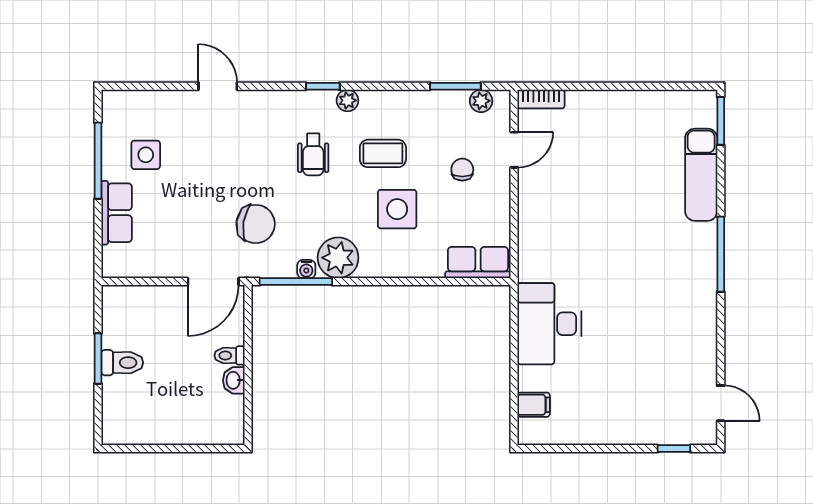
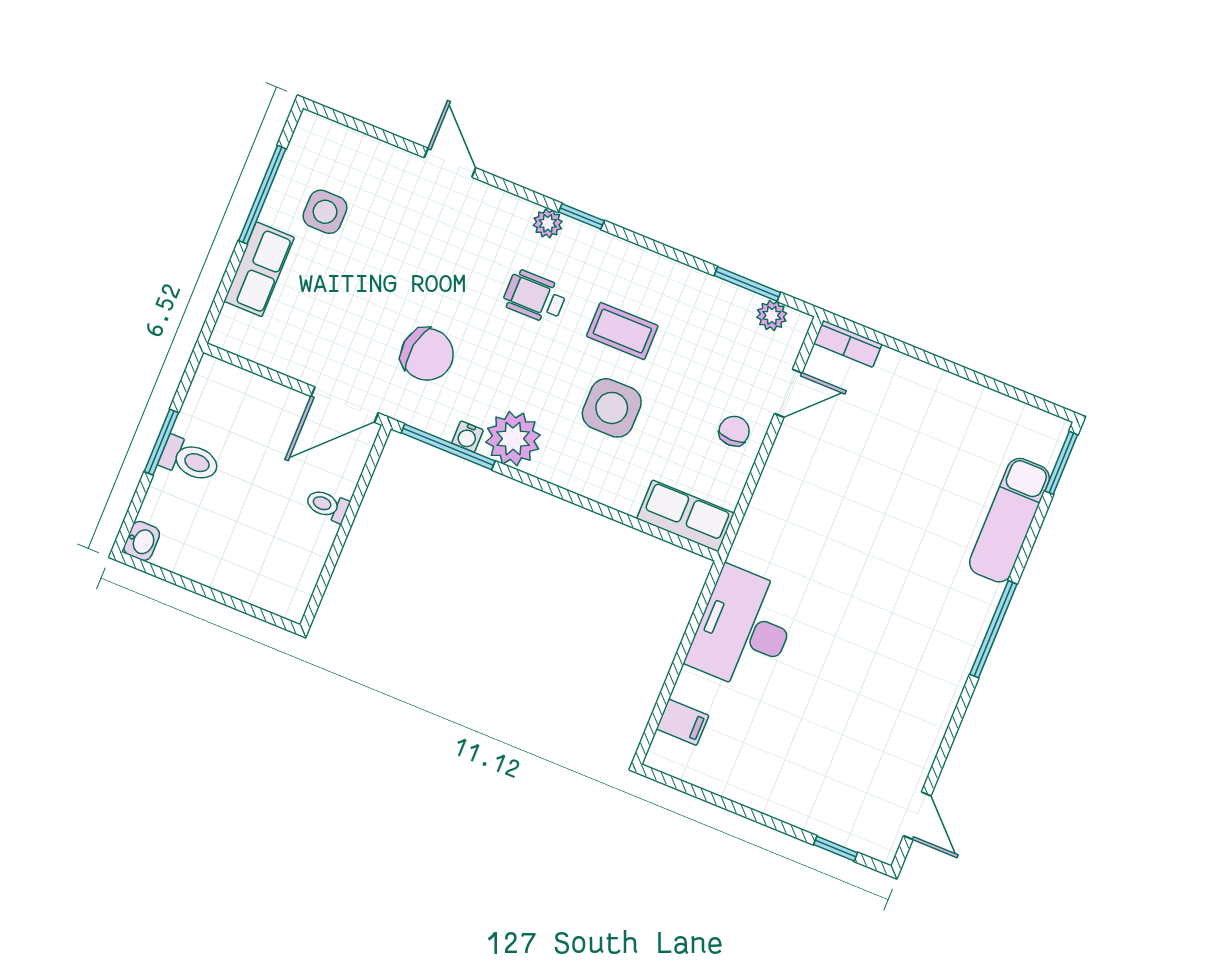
plant: (347, 100) -> (548, 223), moved
wheelchair: (313, 154) -> (535, 297), turned 90
chair: (462, 170) -> (734, 431), moved
washbasin: (234, 380) -> (142, 541), moved, turned 180

